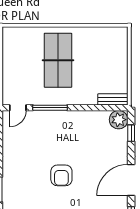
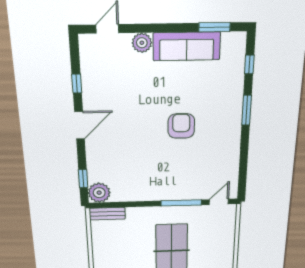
armchair: (61, 175) -> (181, 126), moved
door: (131, 180) -> (80, 125), width x0.73

